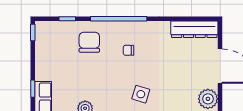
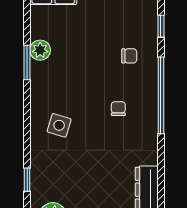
chair: (89, 42) -> (129, 56), width x0.54, depth x0.54

